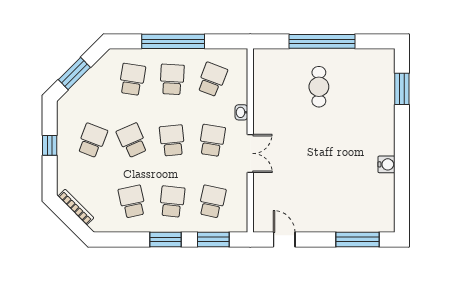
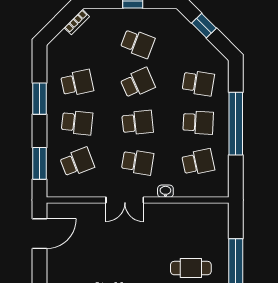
window: (74, 73) -> (204, 26), width x0.67
school desk: (212, 79) -> (198, 162), turned -33
school desk: (212, 202) -> (77, 162), turned -33
bookcase: (76, 207) -> (77, 22), width x0.64
window: (165, 240) -> (39, 99), moved
door: (284, 240) -> (39, 234), width x1.38

